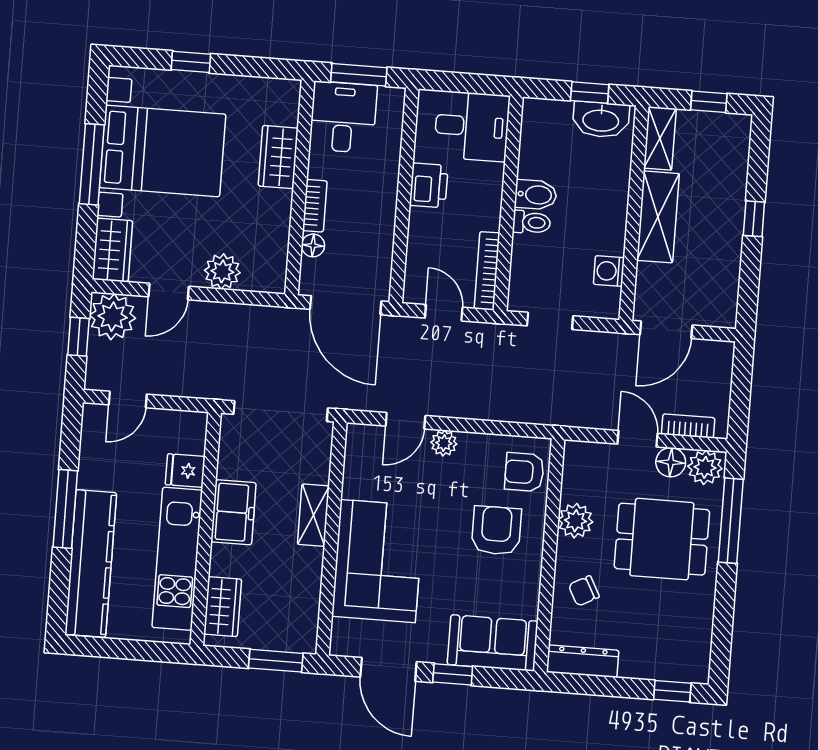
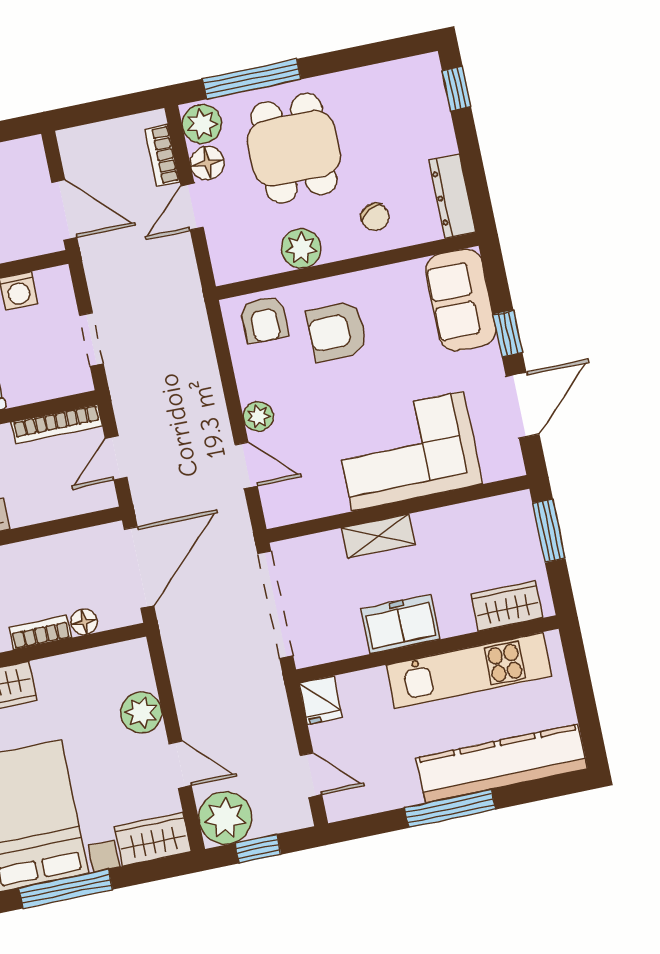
fridge: (185, 471) -> (321, 700), moved

